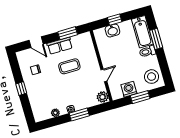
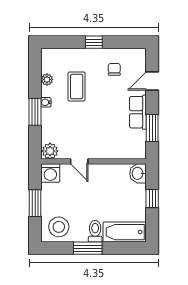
washbasin: (112, 31) -> (138, 173), moved
window: (156, 39) -> (88, 248), moved
coffee table: (69, 66) -> (77, 87), moved
washing machine: (129, 89) -> (50, 173), moved, turned 90

